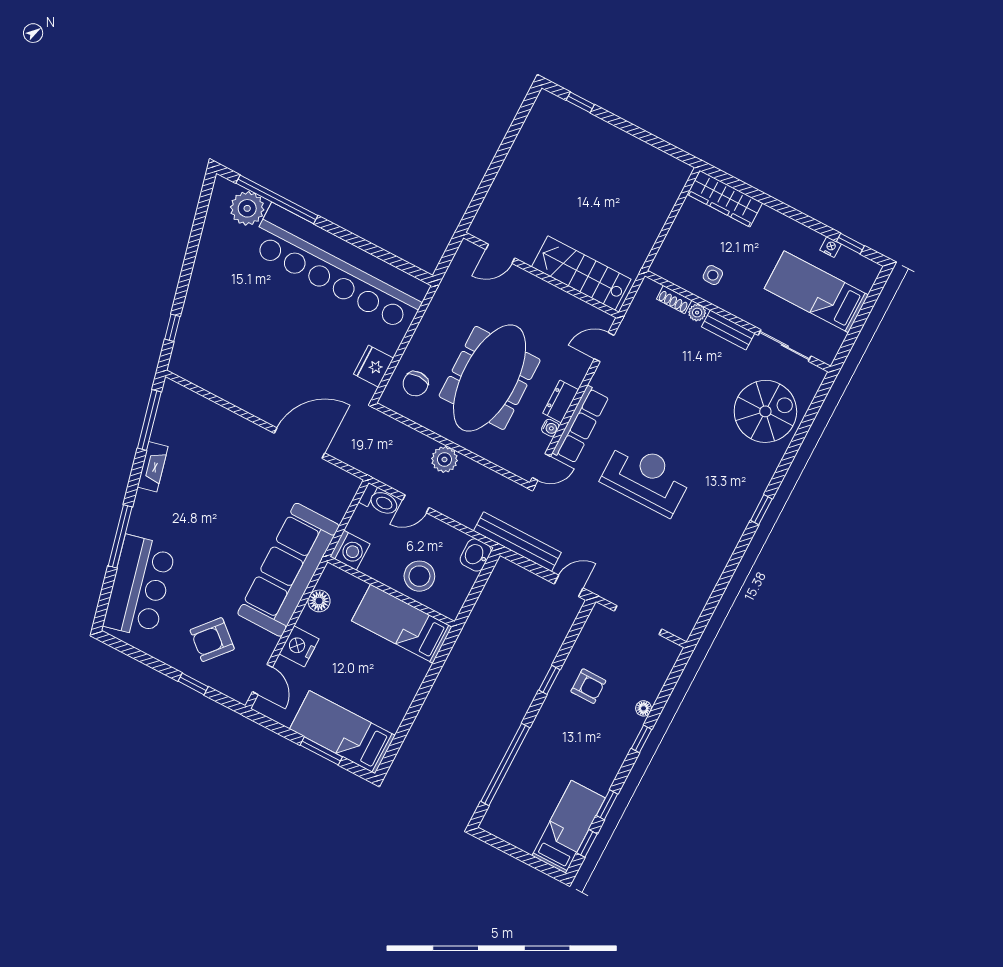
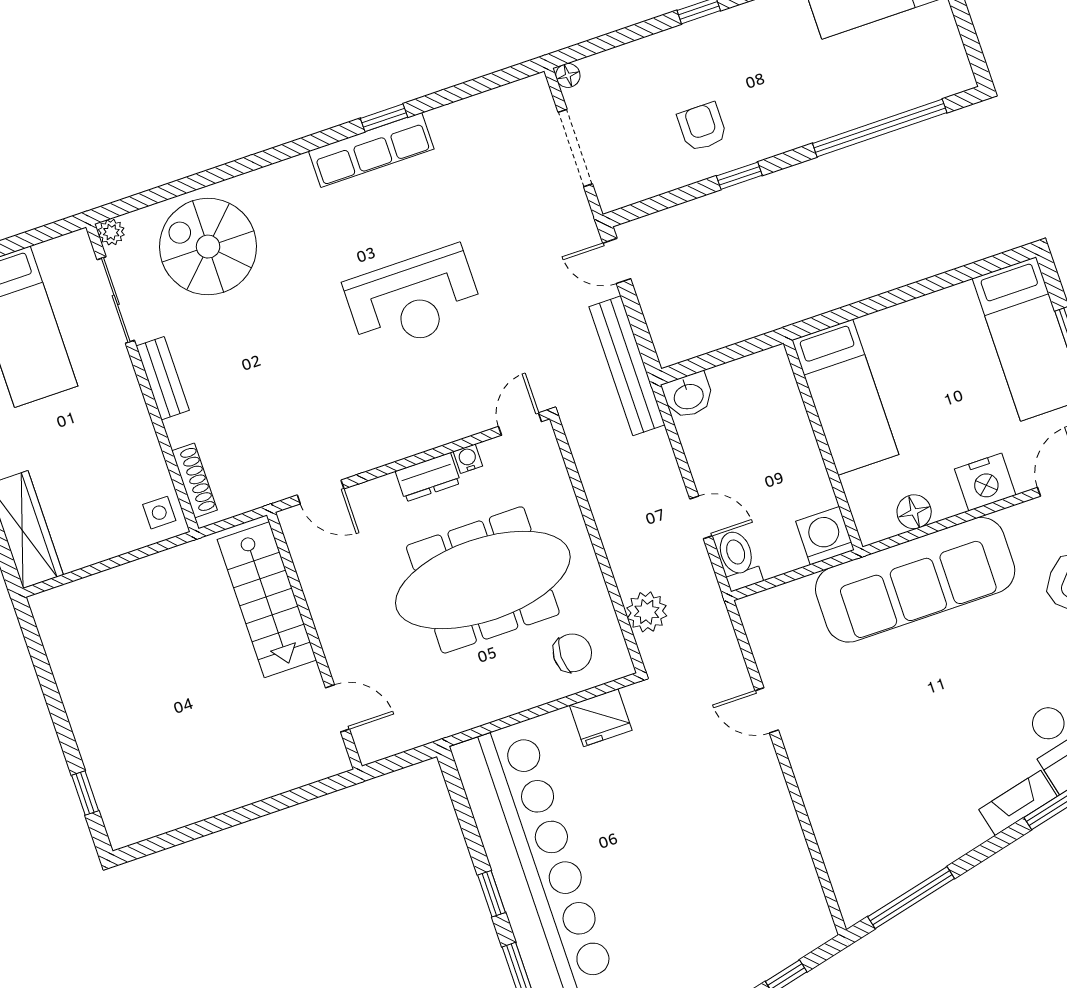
window: (346, 236) -> (492, 894), added
side table: (713, 275) -> (159, 513), moved
shoe rack: (674, 300) -> (194, 480), width x1.43
plant: (697, 313) -> (111, 232), moved
row of seats: (581, 425) -> (371, 150), moved, turned 180
door: (300, 443) -> (767, 710), width x0.53
plant: (444, 459) -> (647, 612), moved
fireplace: (153, 467) -> (1018, 803), moved
door: (541, 467) -> (520, 424), hinge flipped
reception desk: (646, 478) -> (413, 299), turned -90
window: (761, 510) -> (384, 118), moved
stool: (419, 576) -> (774, 432), removed
floor lamp: (644, 708) -> (568, 75), moved

